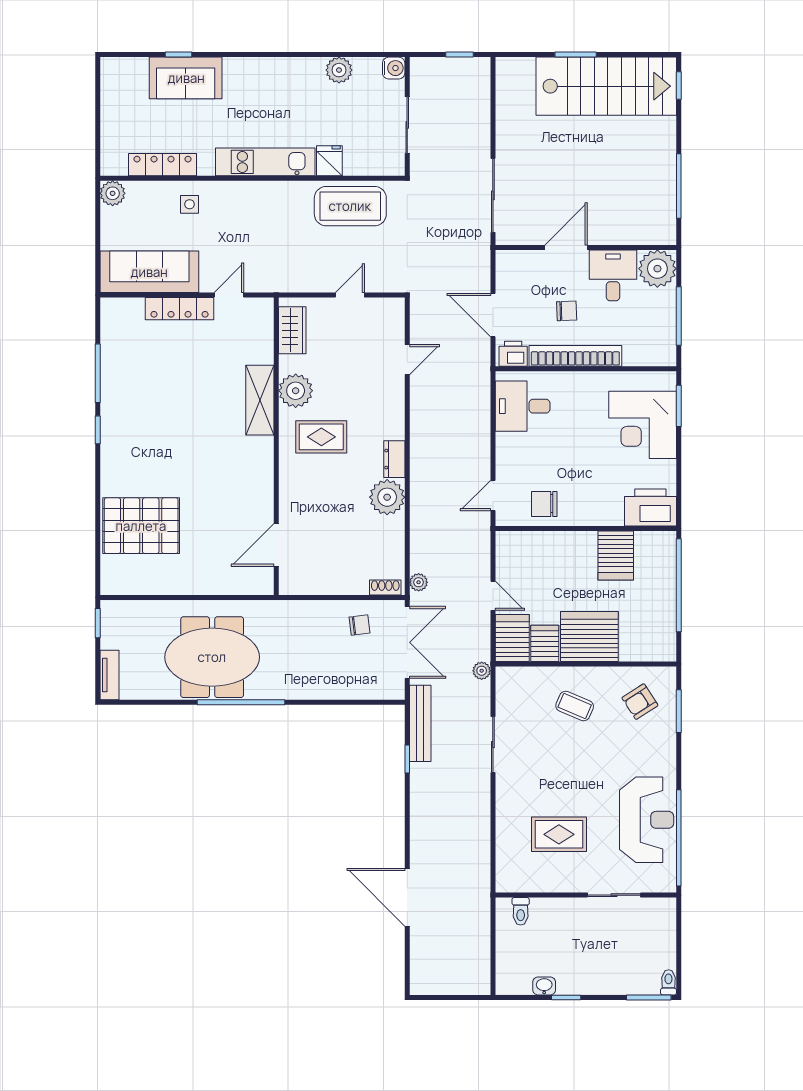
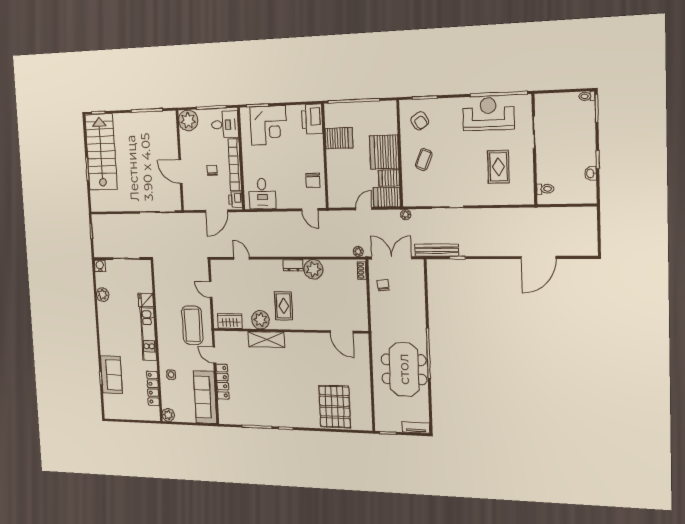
coffee table: (350, 206) -> (192, 325), moved
desk: (613, 275) -> (225, 125), moved, turned 180

